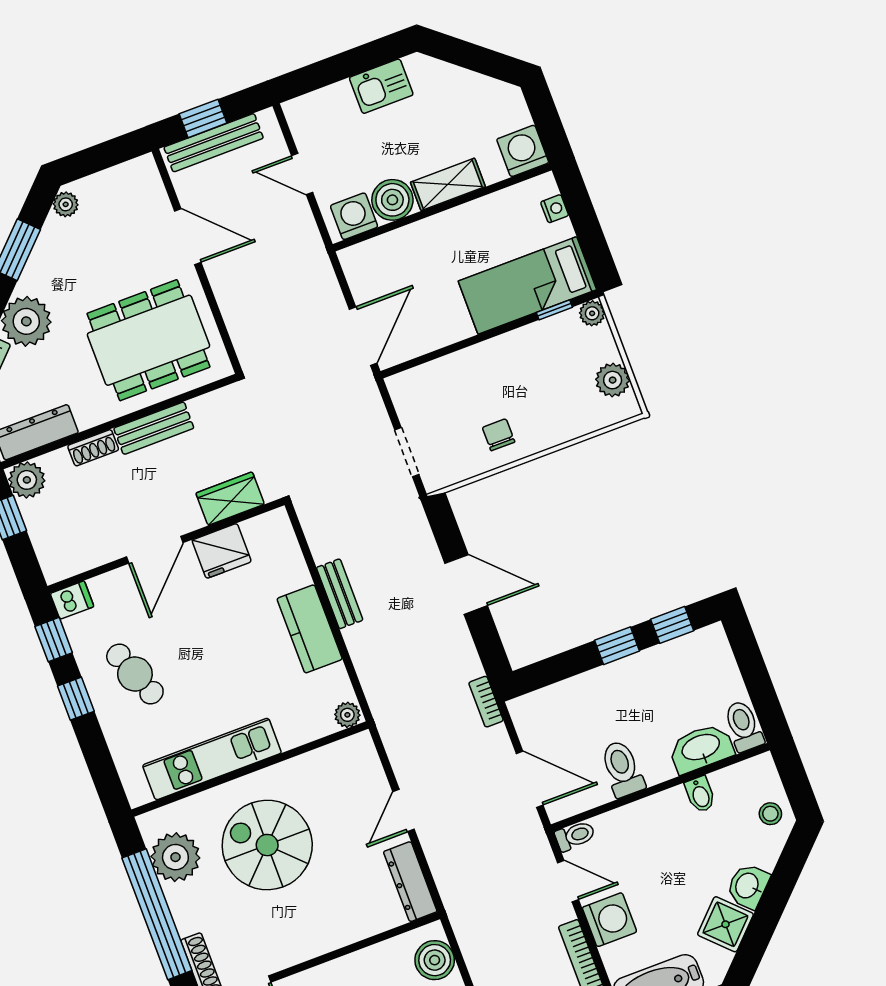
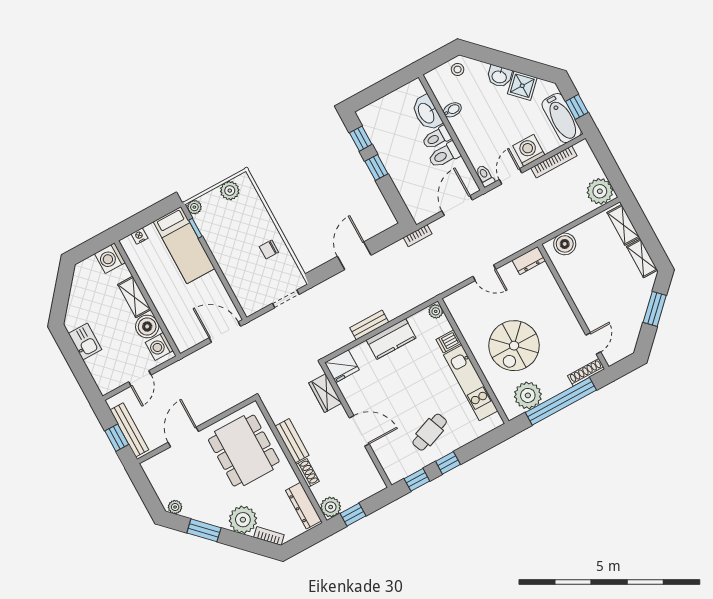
fridge: (222, 551) -> (342, 366), moved, turned 90
dishwasher: (72, 600) -> (449, 341), moved, turned -90
toilet: (744, 726) -> (437, 138), moved
dresser: (410, 882) -> (529, 260), width x0.70

